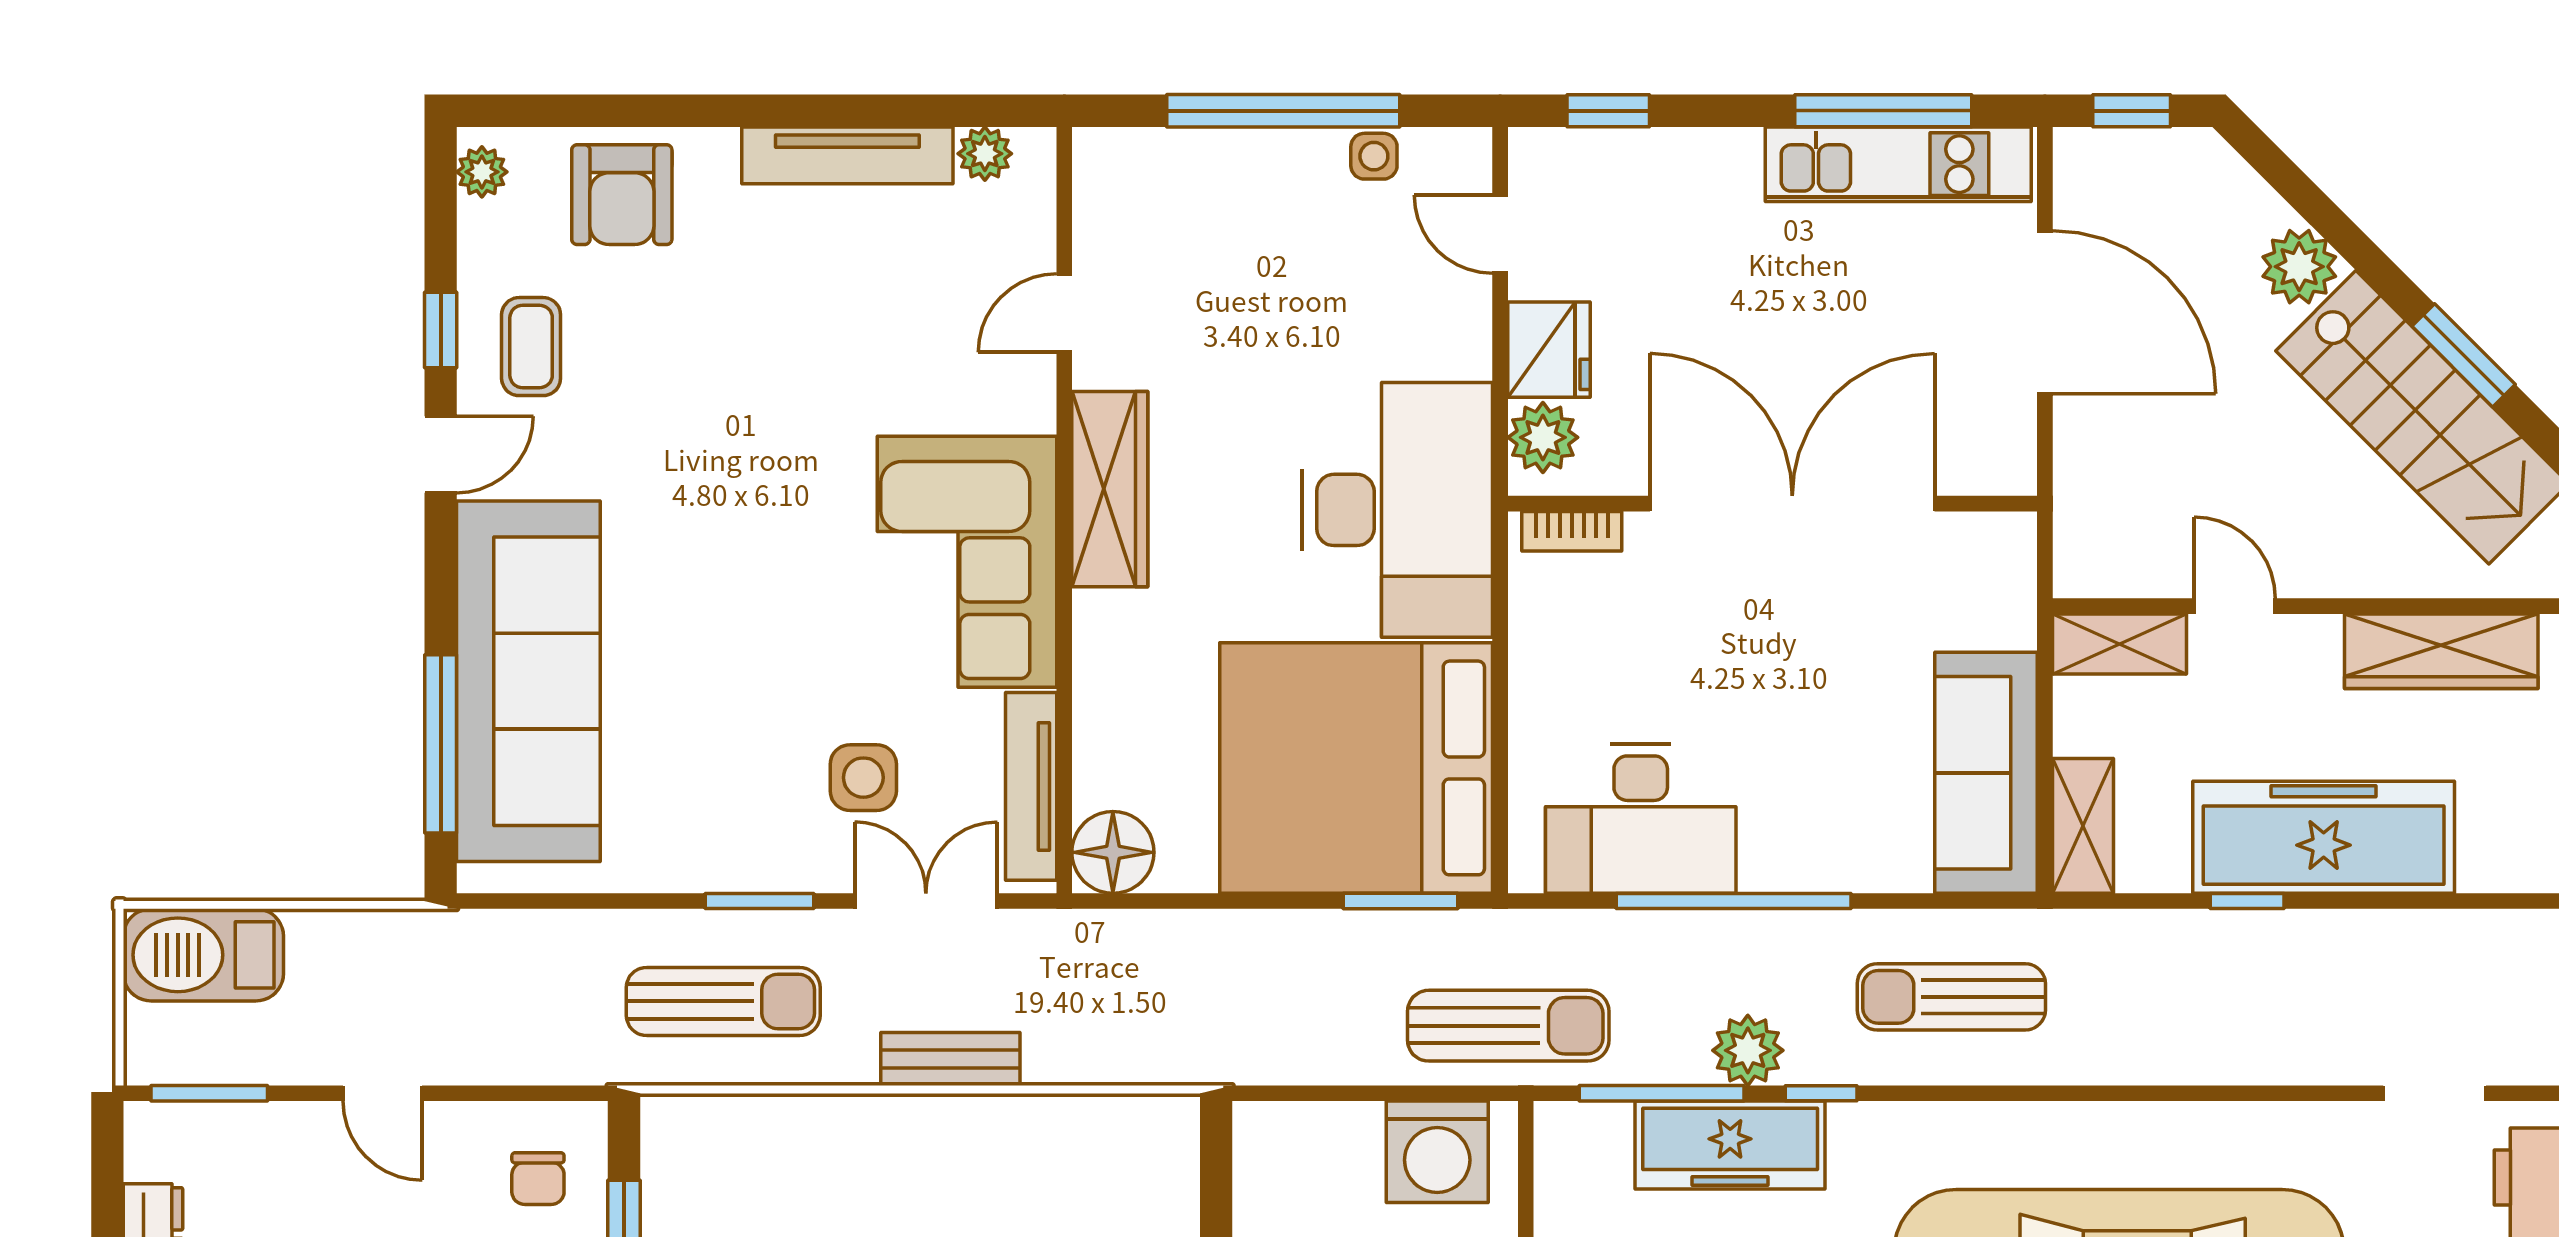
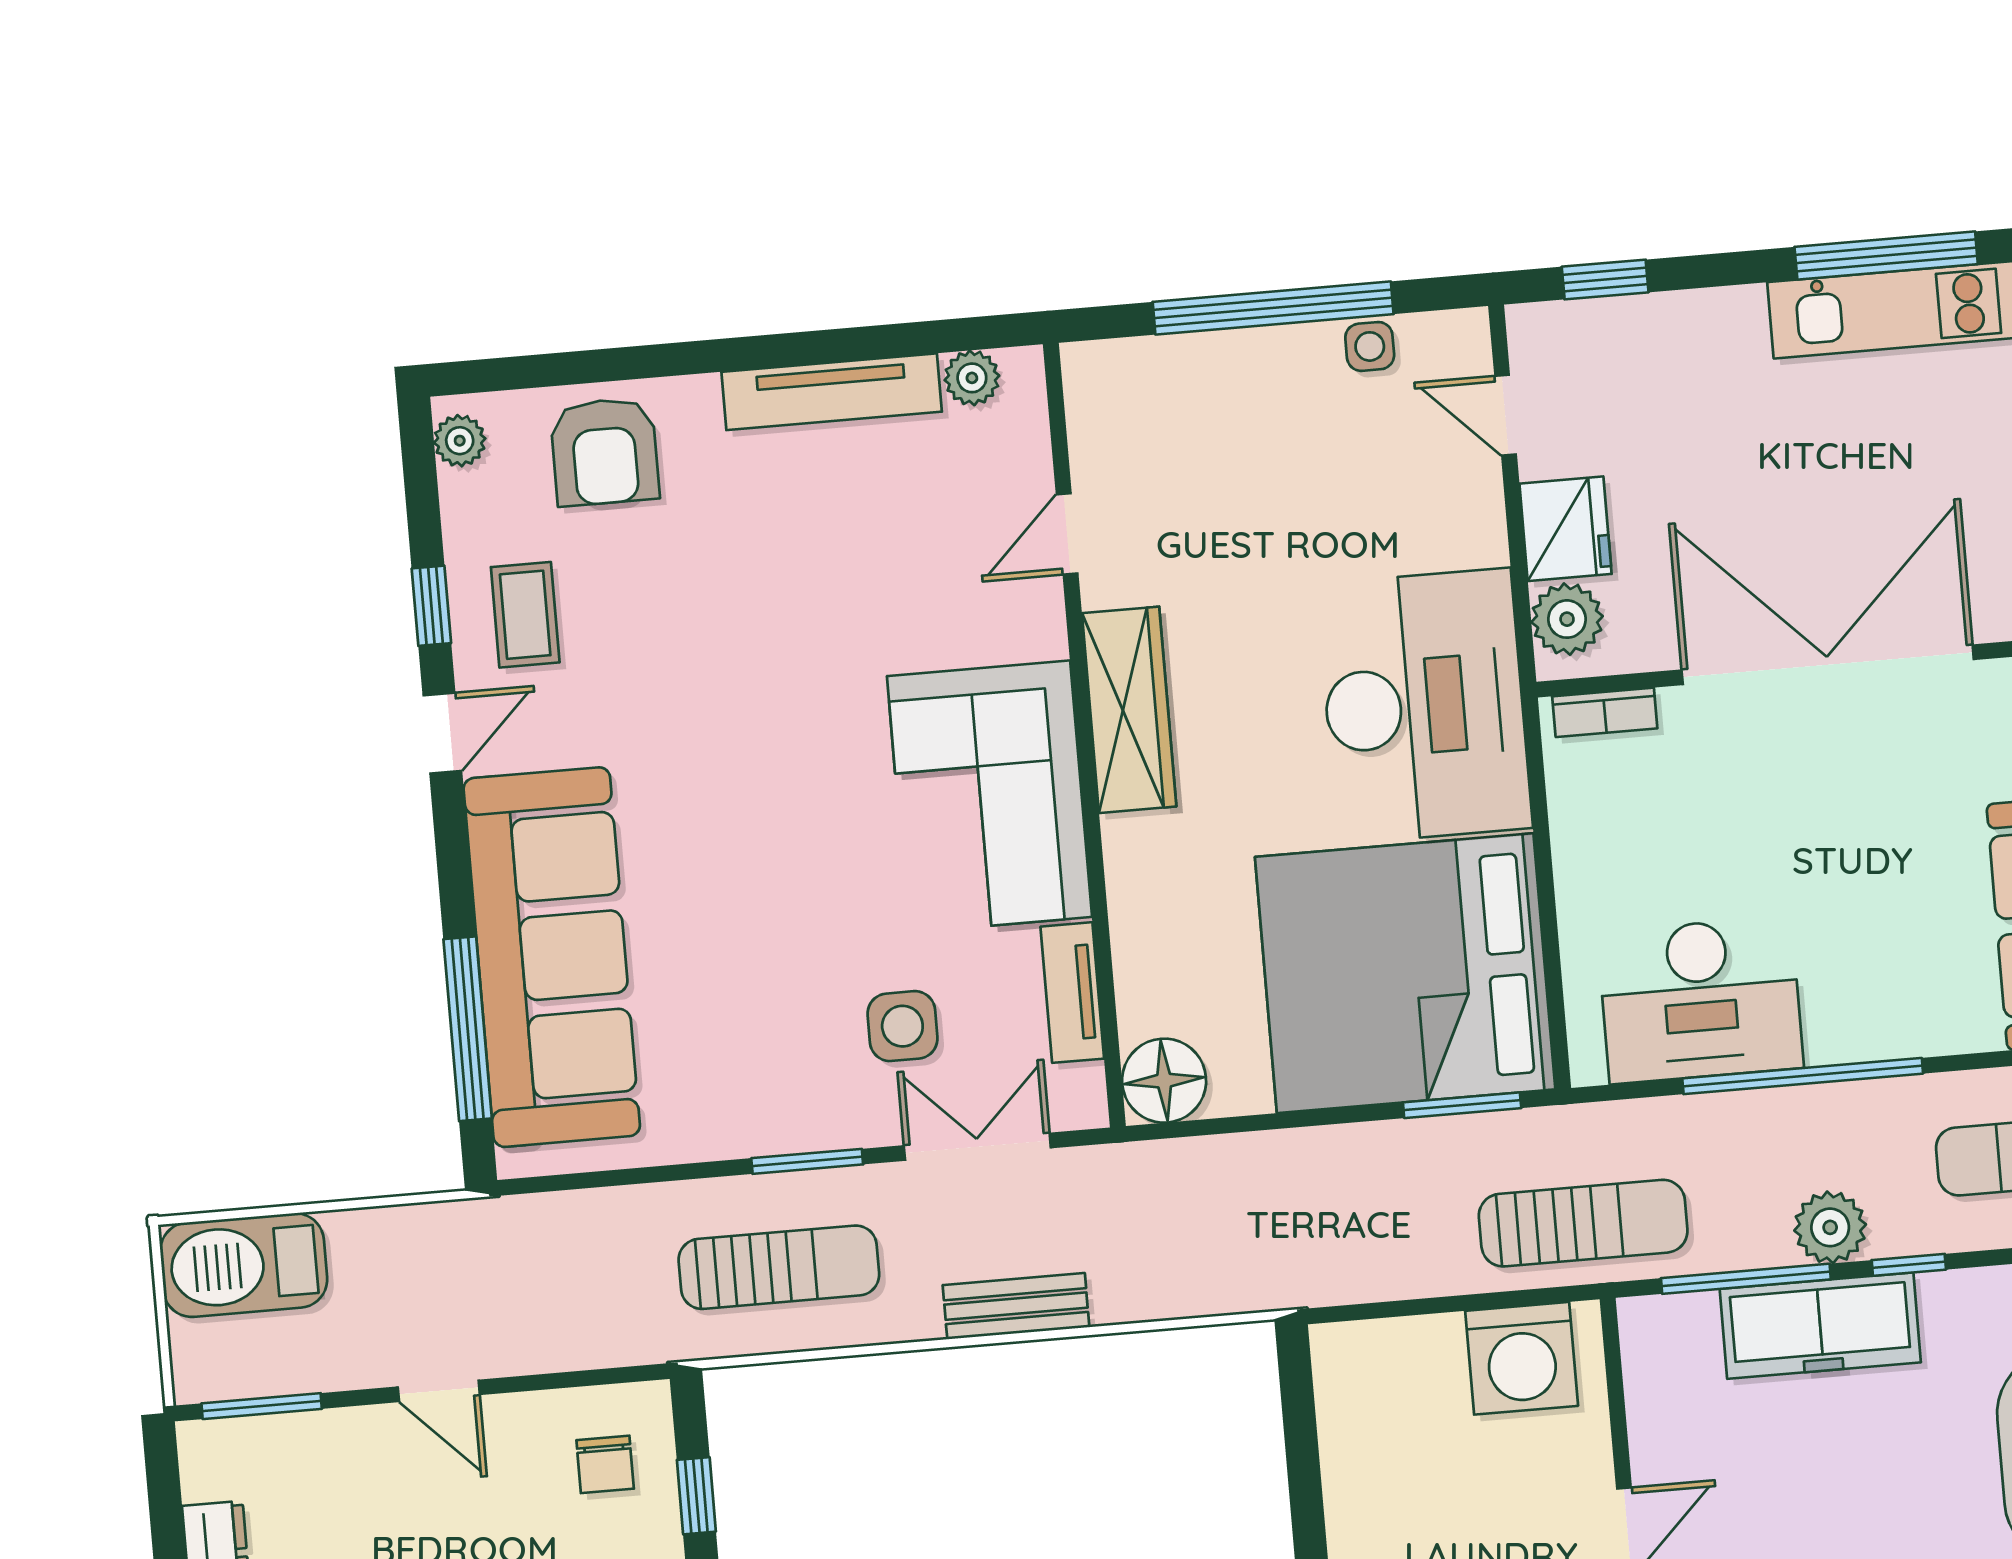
tv unit: (1031, 786) -> (1072, 993), width x0.71

